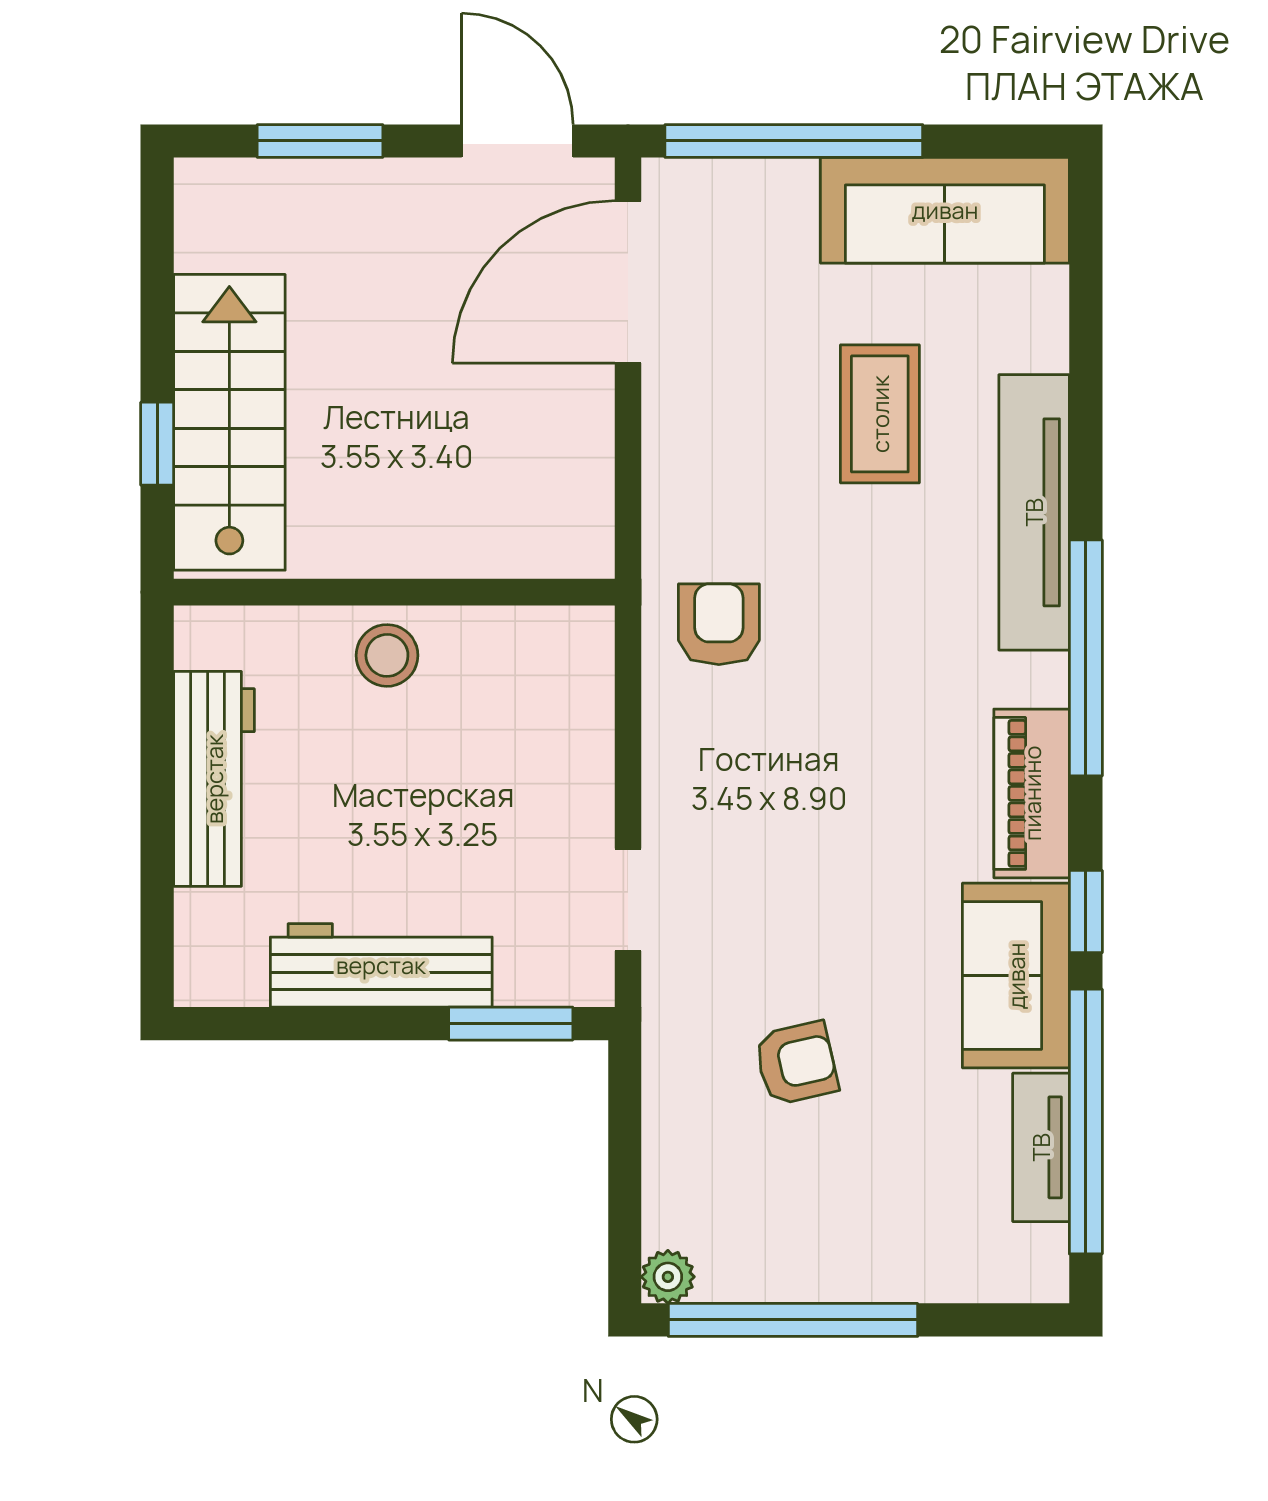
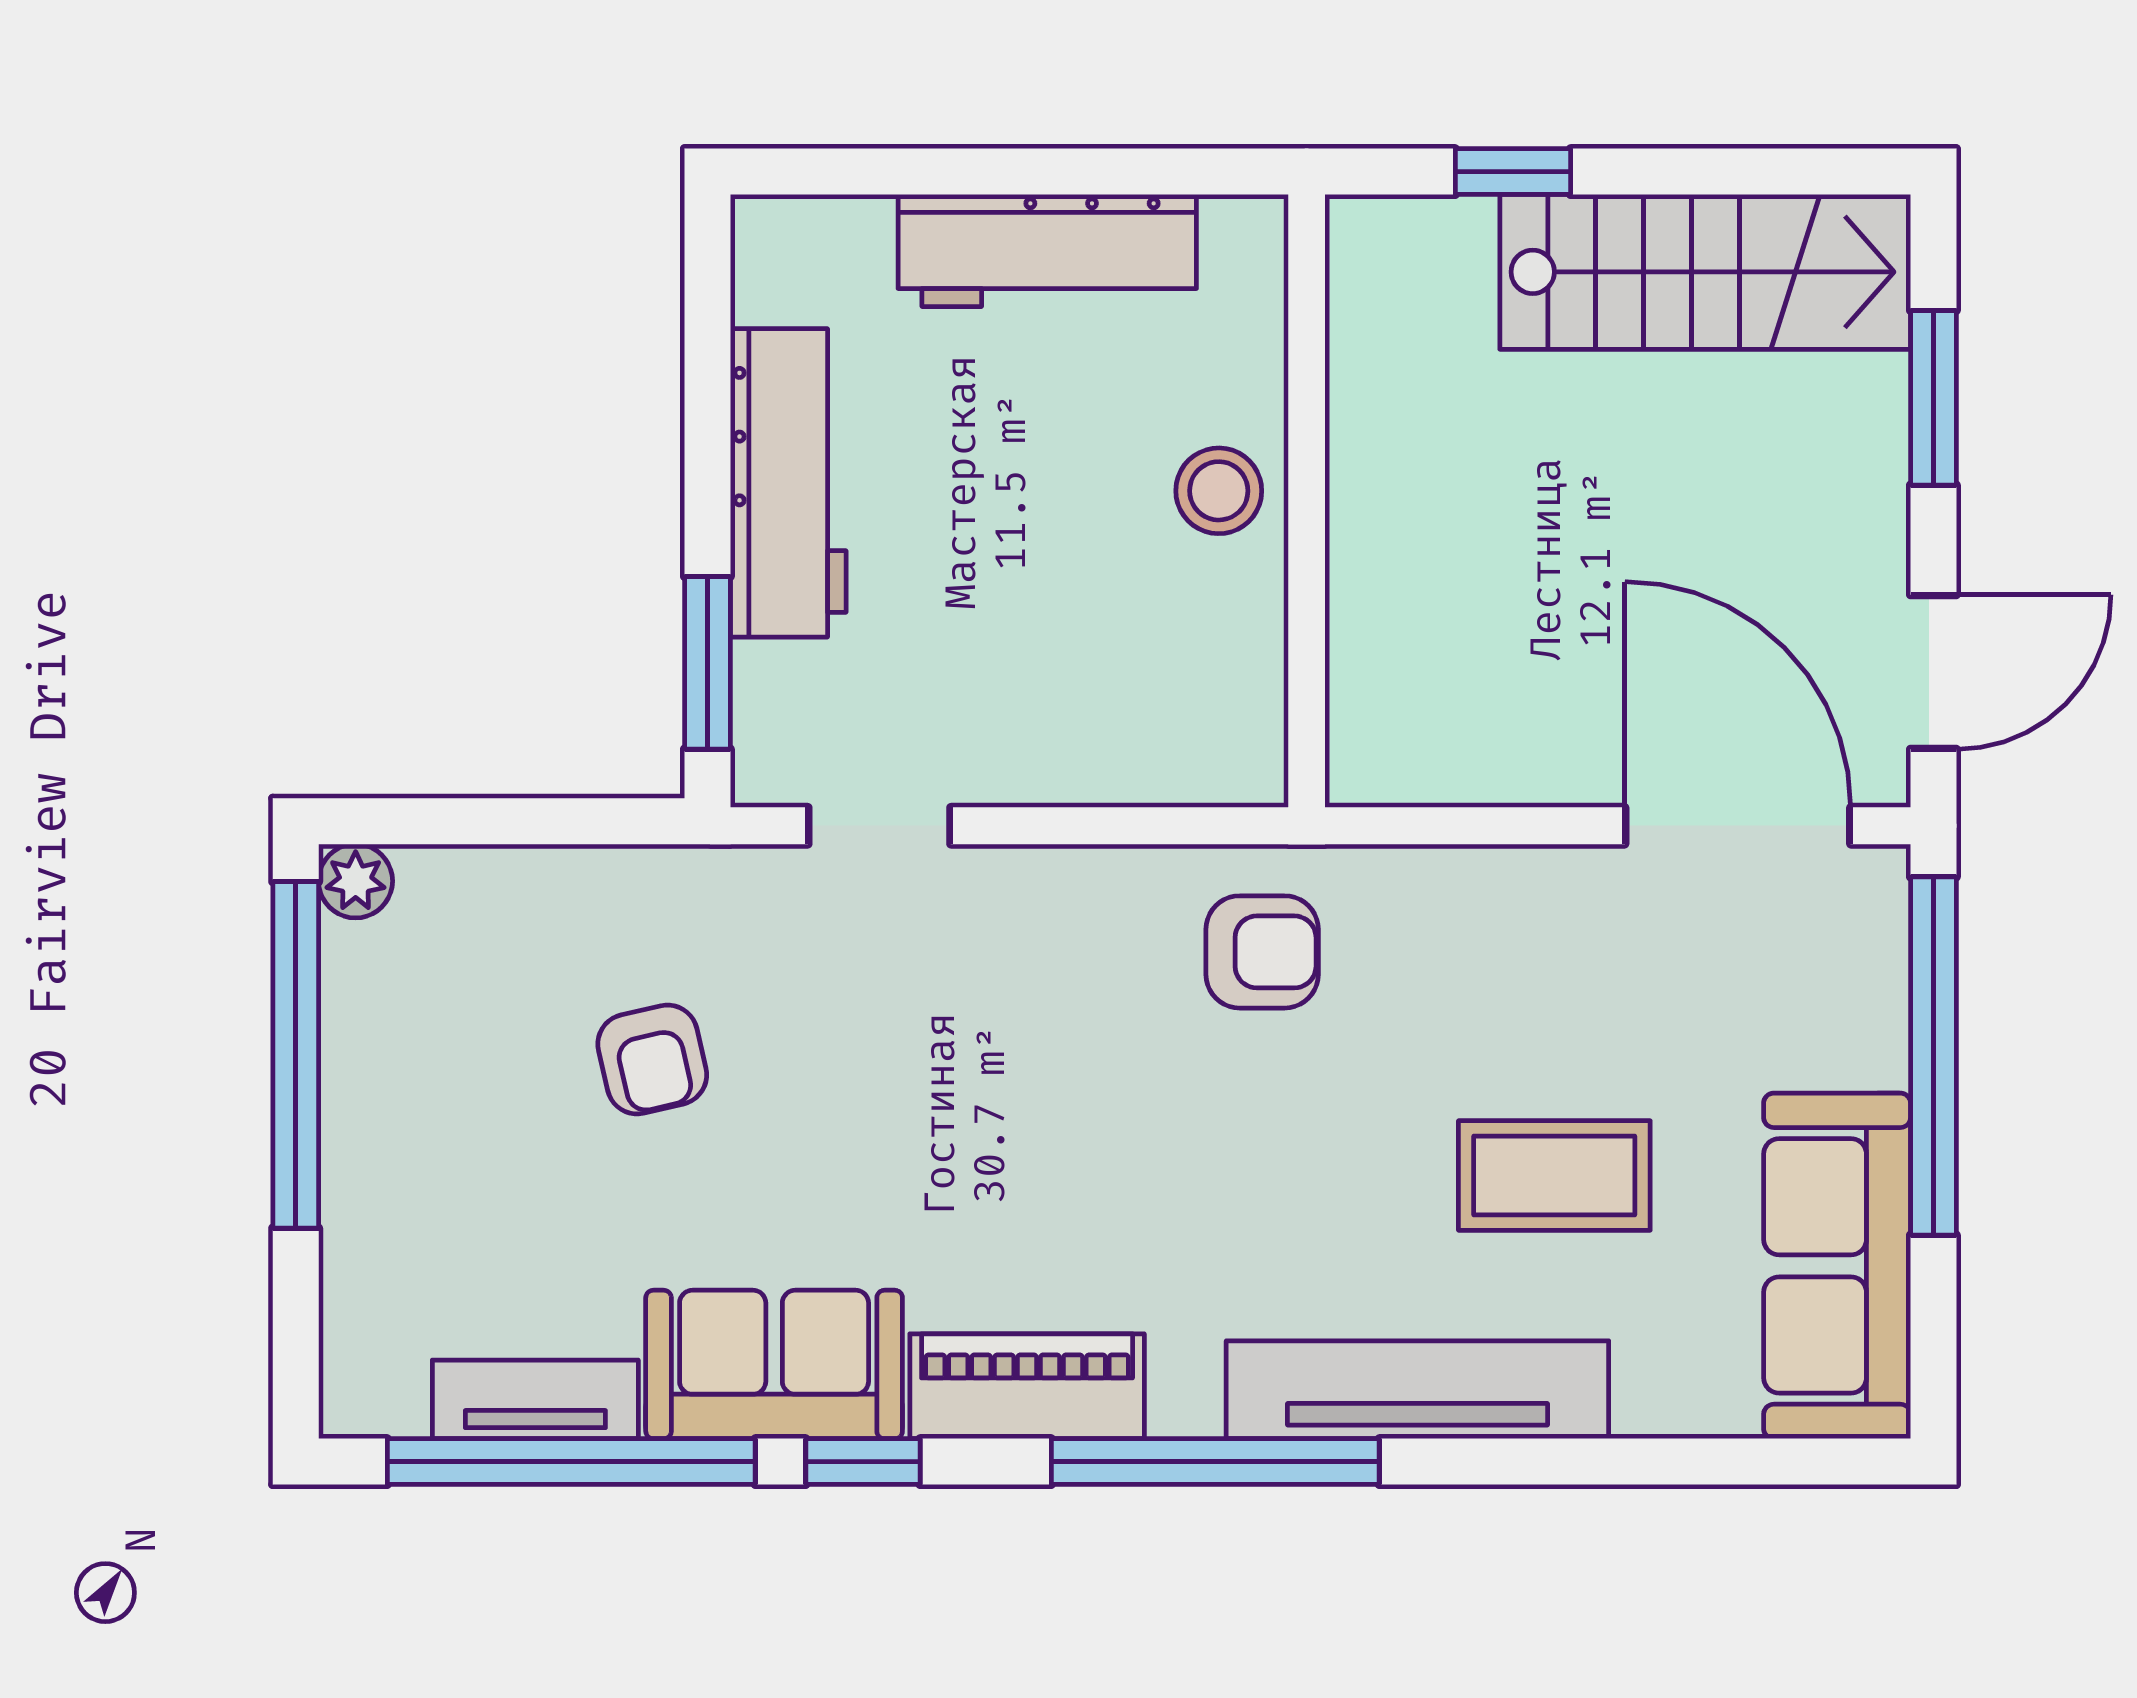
stairs: (229, 422) -> (1705, 272), moved

